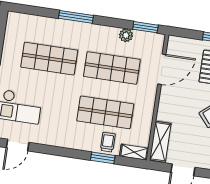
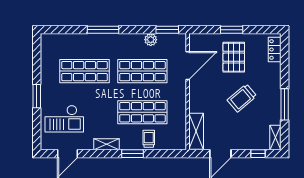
shelving: (134, 152) -> (107, 144), moved
window: (103, 158) -> (133, 154), moved

